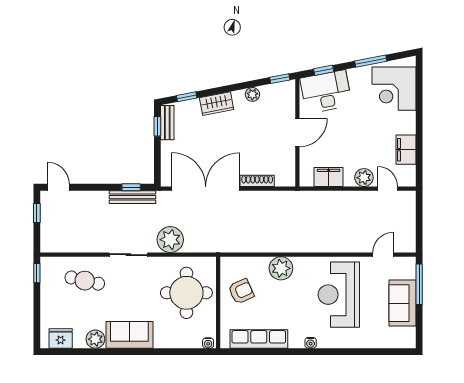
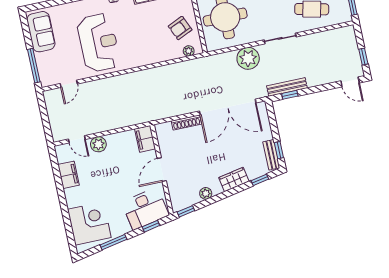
filing cabinet: (329, 177) -> (145, 139), moved, turned 90
plant: (281, 268) -> (189, 51), moved, width x0.53, depth x0.53
sofa: (402, 303) -> (41, 32), moved

